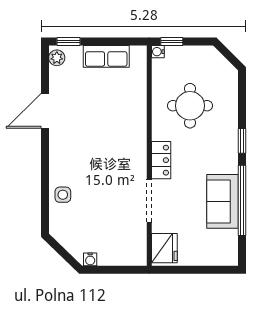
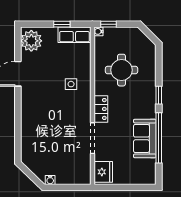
window: (69, 42) -> (62, 24), moved
row of seats: (106, 56) -> (74, 35), moved
plant: (57, 58) -> (31, 41), width x1.88, depth x1.88
side table: (63, 195) -> (71, 84), moved

